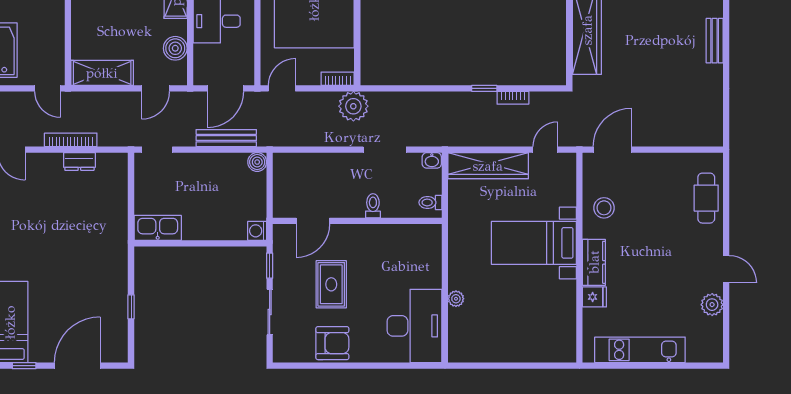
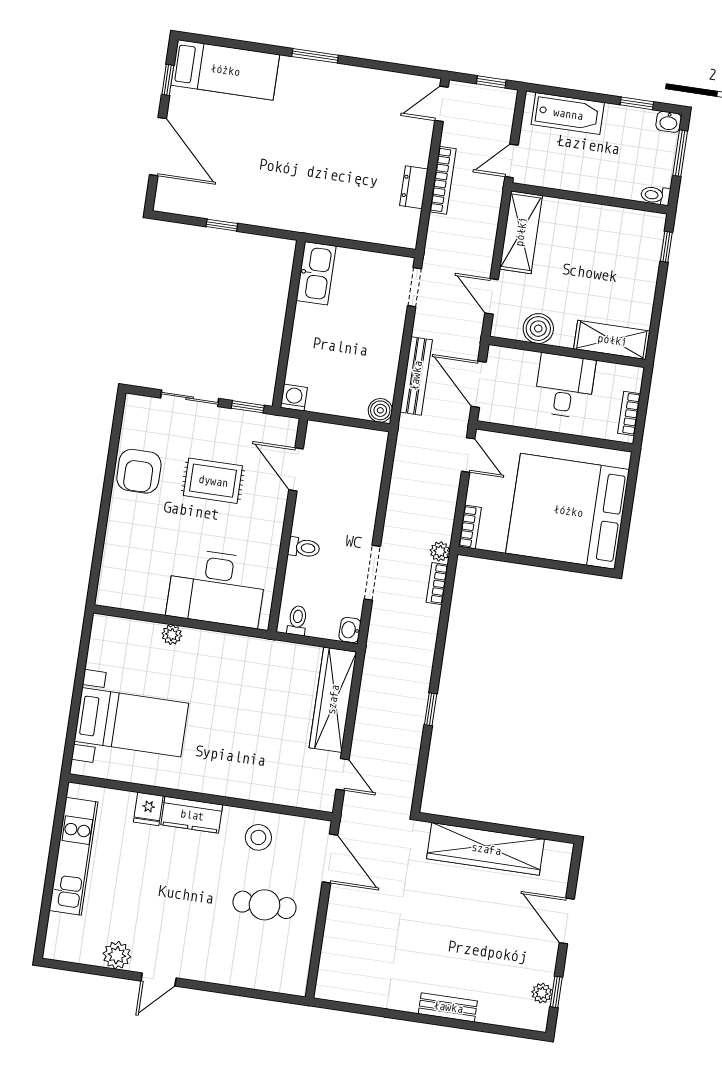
bookcase: (513, 98) -> (437, 584), moved
plant: (353, 106) -> (440, 551), width x0.53, depth x0.53
cafe table: (706, 198) -> (265, 905), moved
bed with nightstands: (534, 243) -> (131, 722), moved, turned 90
desk: (414, 326) -> (217, 588), moved

